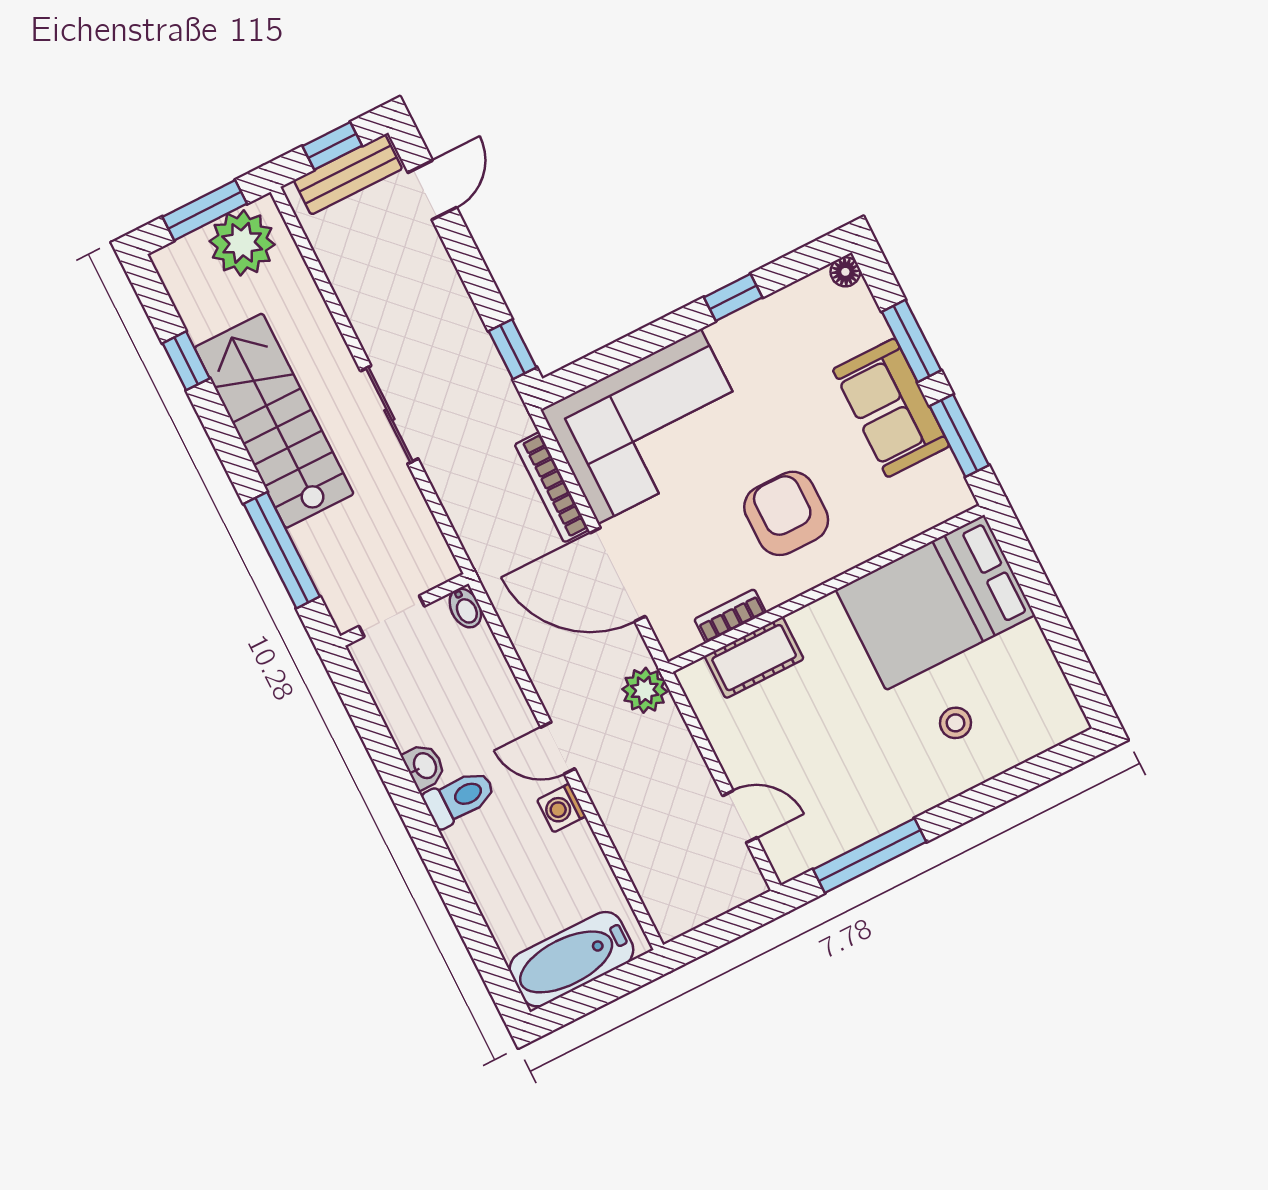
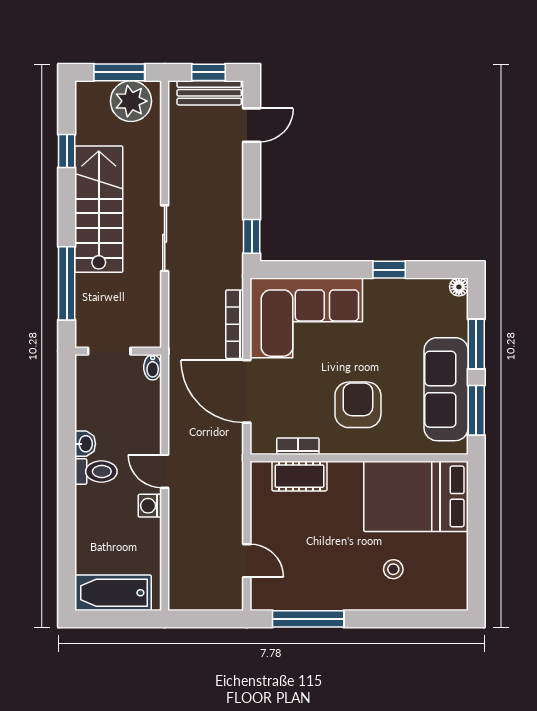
sofa: (891, 408) -> (446, 389), width x1.36
plant: (645, 690) -> (229, 464), removed

